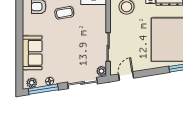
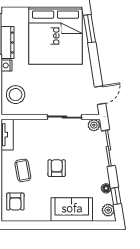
armchair: (66, 41) -> (57, 168), added
door: (126, 76) -> (100, 95), swing flipped
window: (43, 89) -> (116, 196), width x0.46

